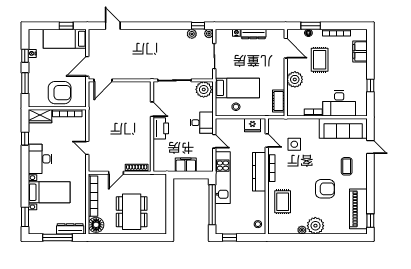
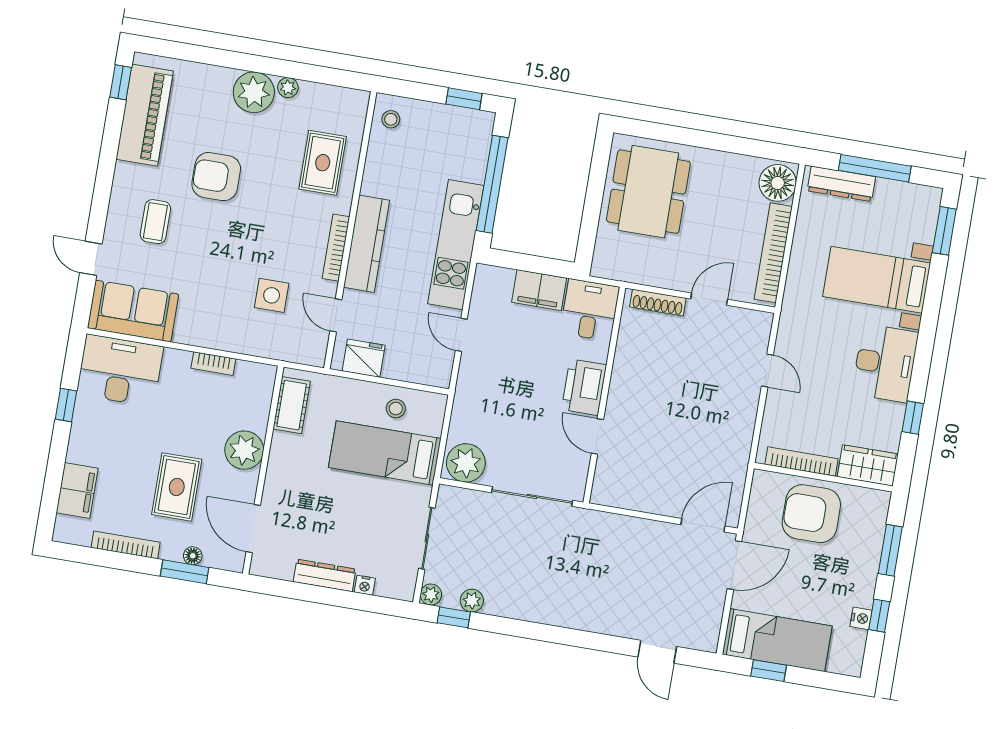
desk: (339, 103) -> (120, 370), moved
desk: (202, 123) -> (590, 310), moved, turned 90
sofa: (343, 128) -> (133, 311), width x0.73
dining table: (132, 212) -> (648, 192), moved

